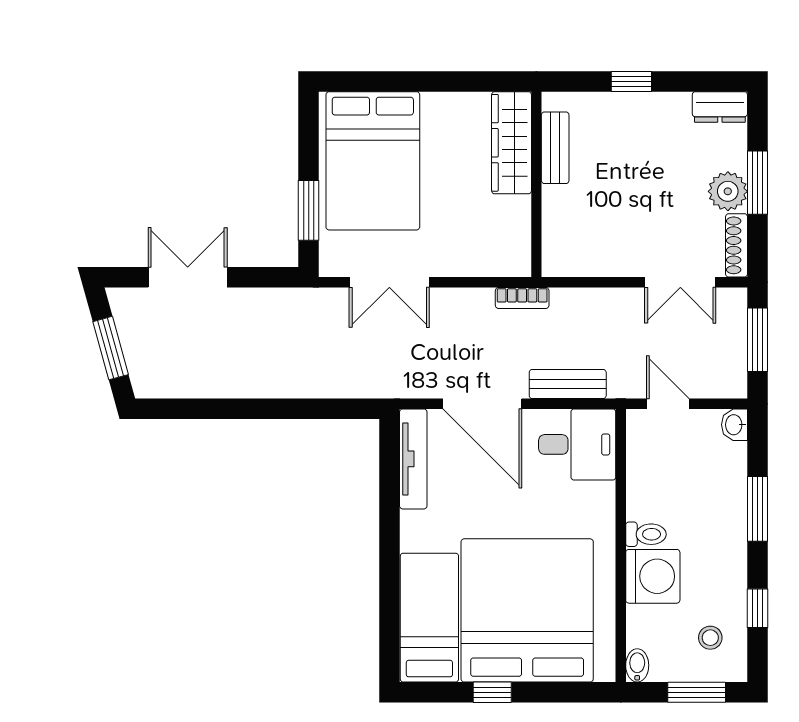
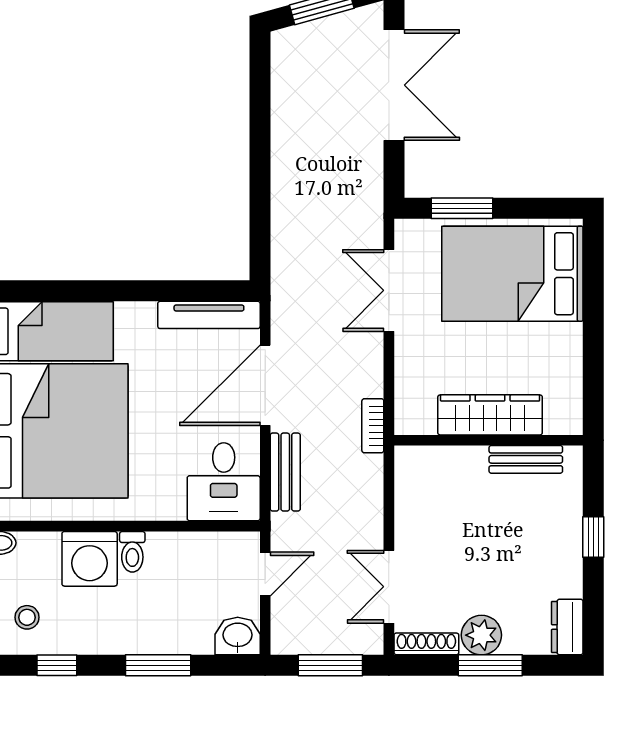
wardrobe: (512, 143) -> (490, 415), moved
double door: (188, 277) -> (394, 85), width x1.37
washbasin: (734, 425) -> (238, 636), width x1.38, depth x1.45

